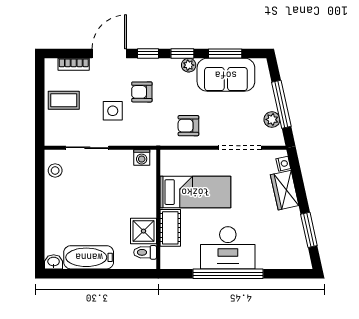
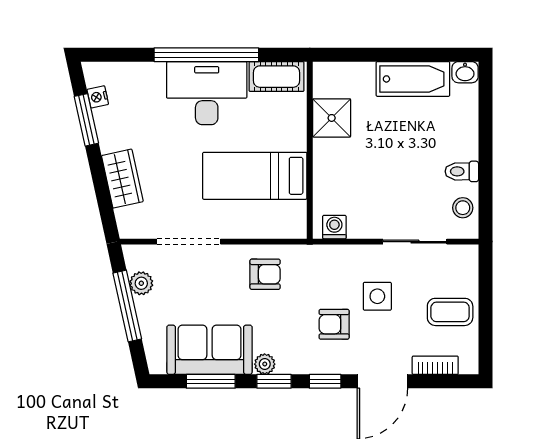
armchair: (142, 92) -> (334, 324), turned 180
nightstand: (283, 164) -> (98, 97), moved
cot: (170, 228) -> (276, 77), moved, turned 90
toilet: (145, 252) -> (462, 171), moved, turned 180

